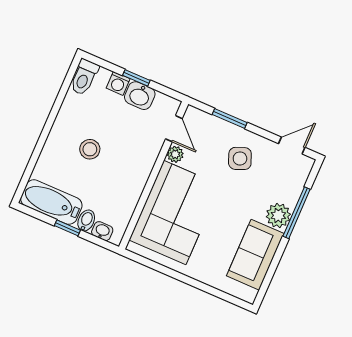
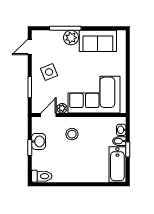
washing machine: (118, 83) -> (37, 156), removed
door: (292, 145) -> (30, 47), hinge flipped
stool: (90, 149) -> (72, 134), moved

